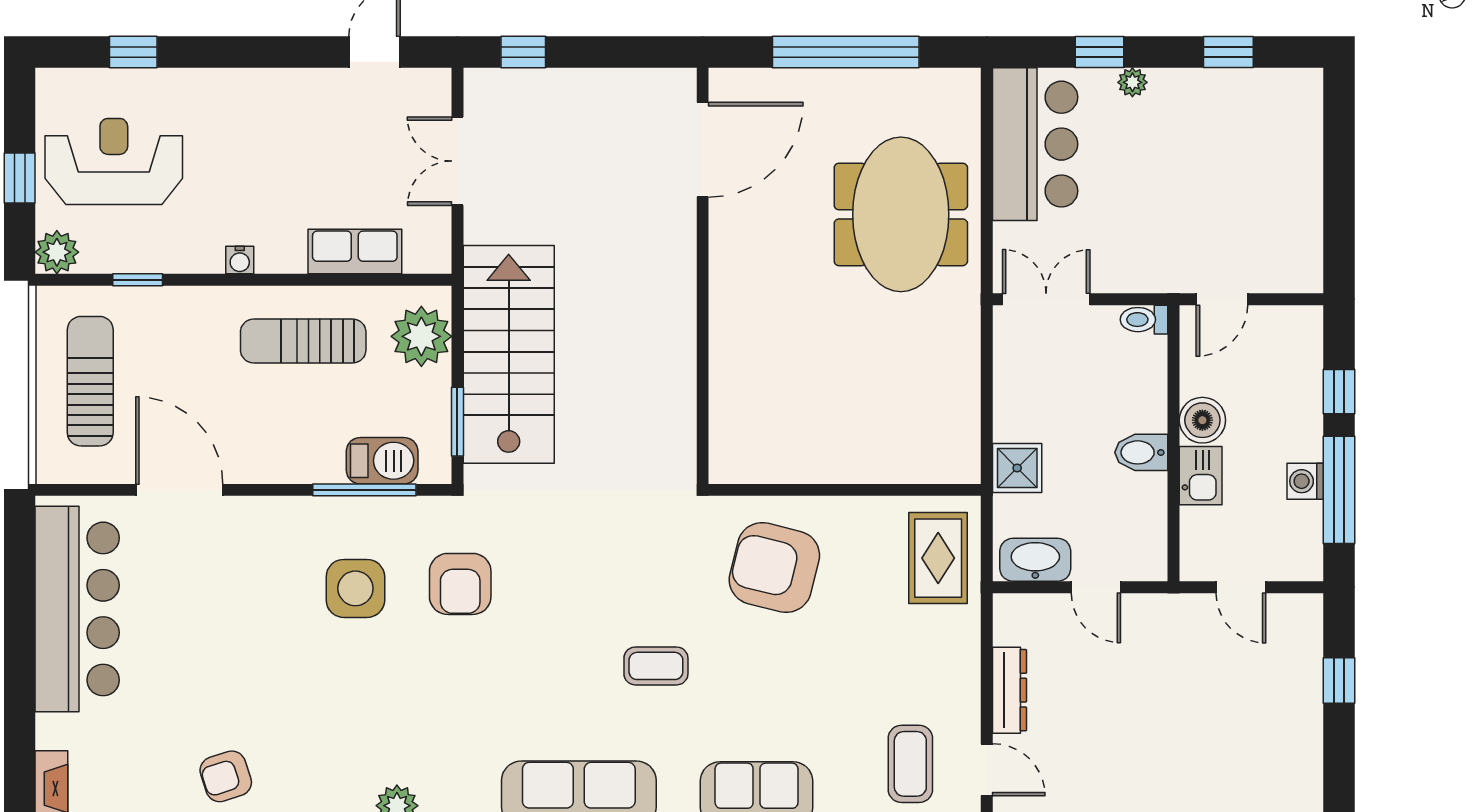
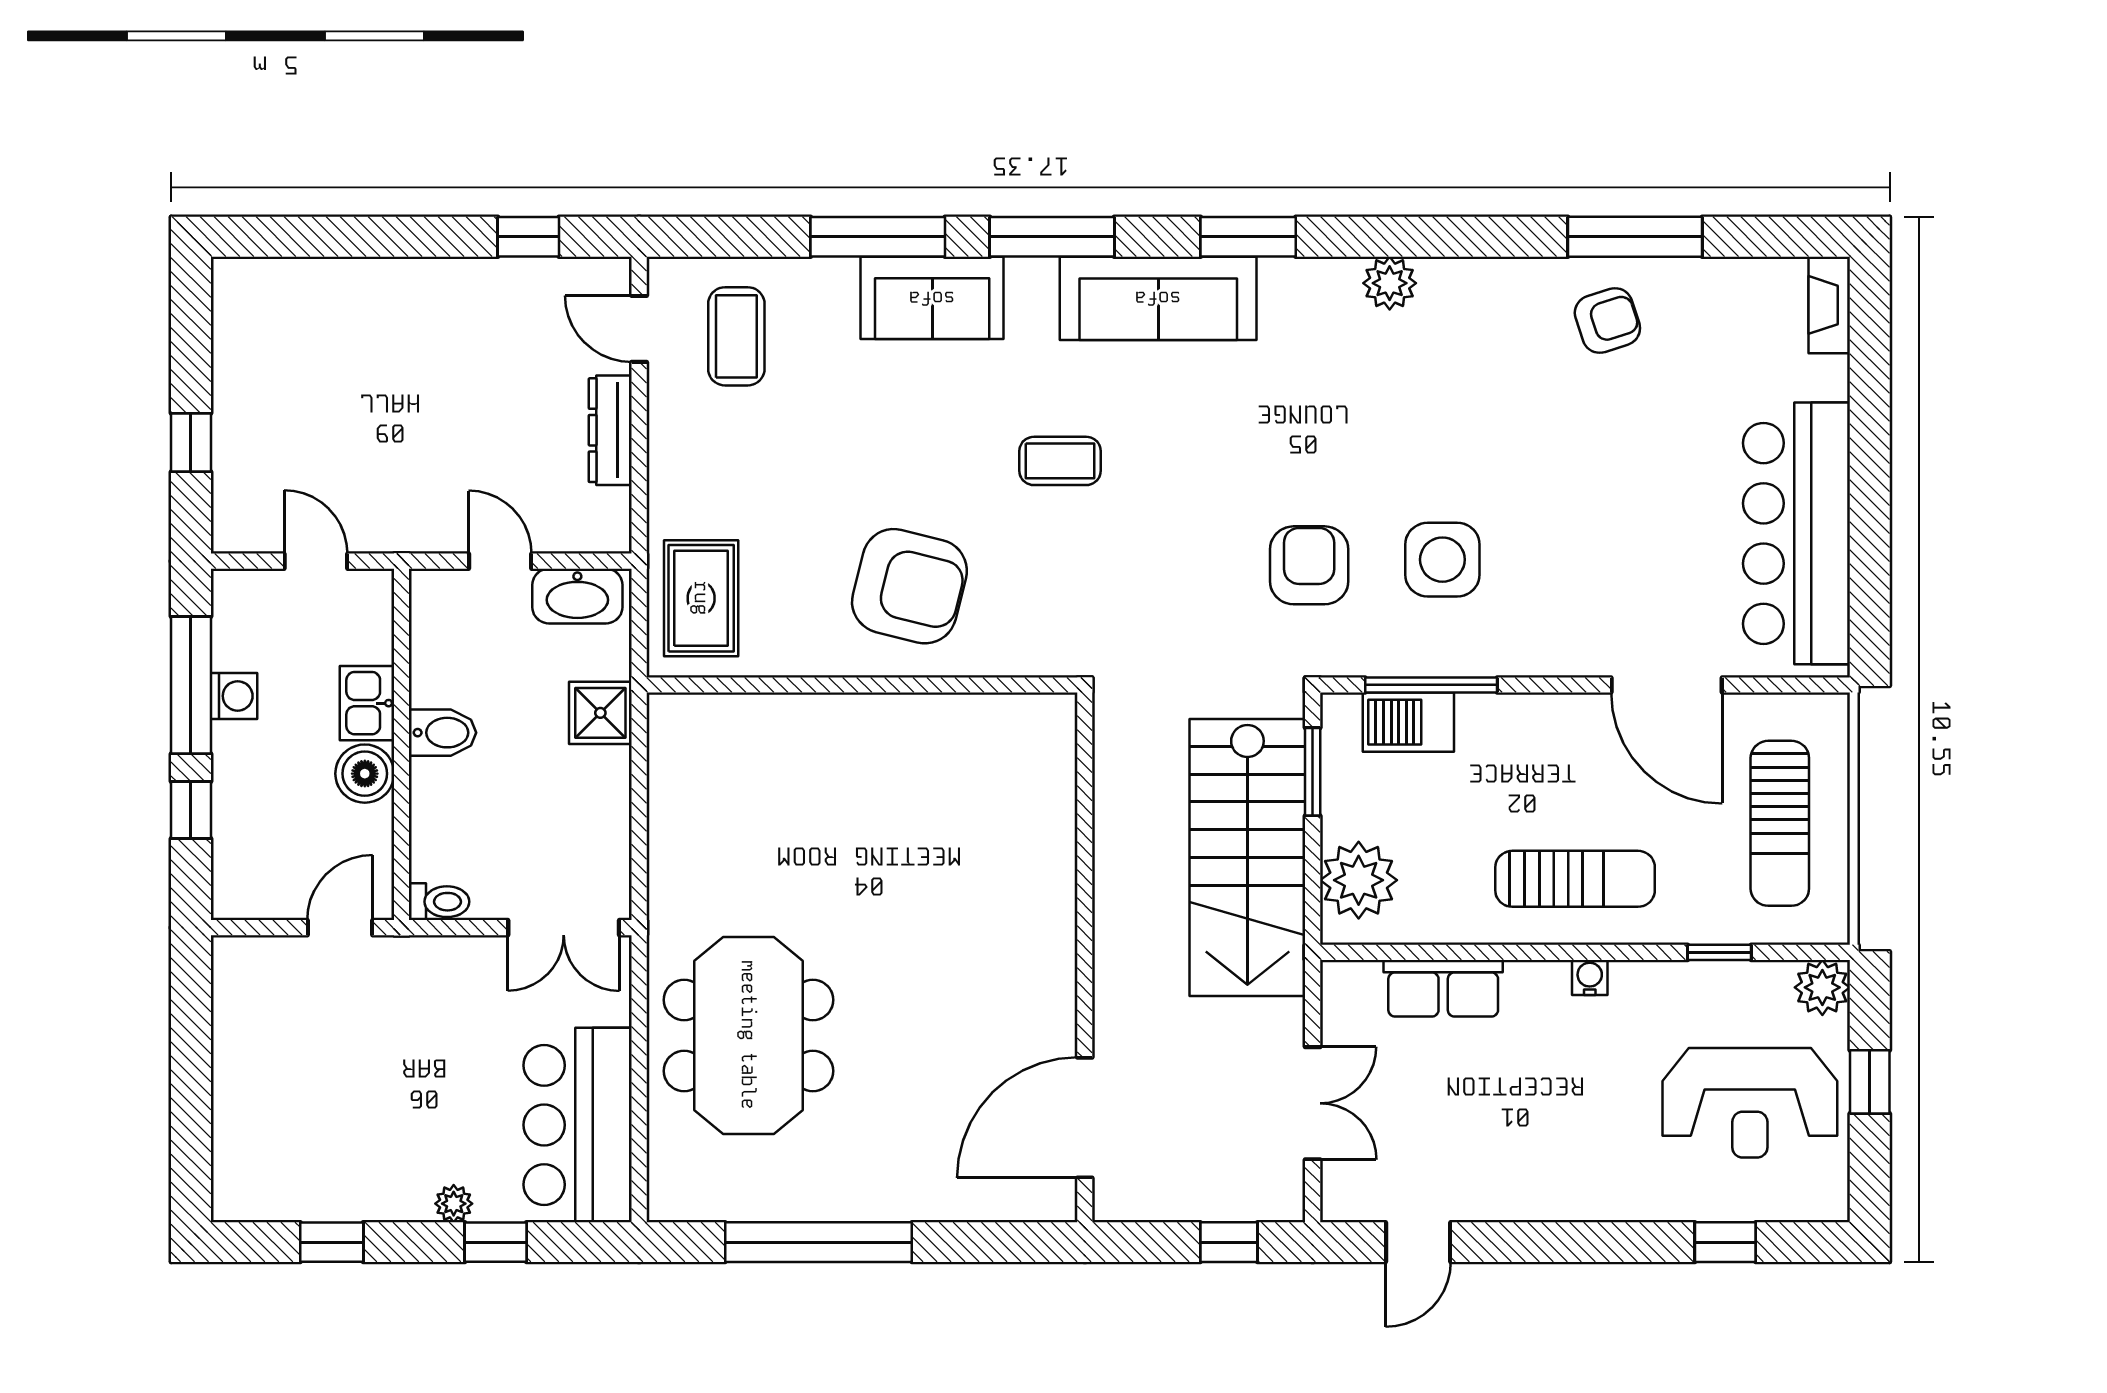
door: (703, 150) -> (1085, 1118), moved
wall: (703, 276) -> (1085, 957), moved
sun lounger: (303, 341) -> (1575, 879), moved

